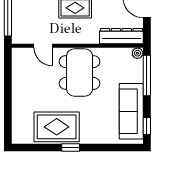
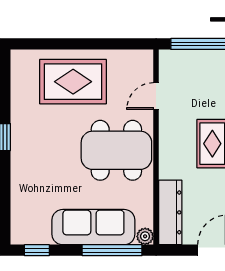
sofa: (131, 111) -> (93, 227), moved
rug: (57, 127) -> (73, 82), moved, turned 90

